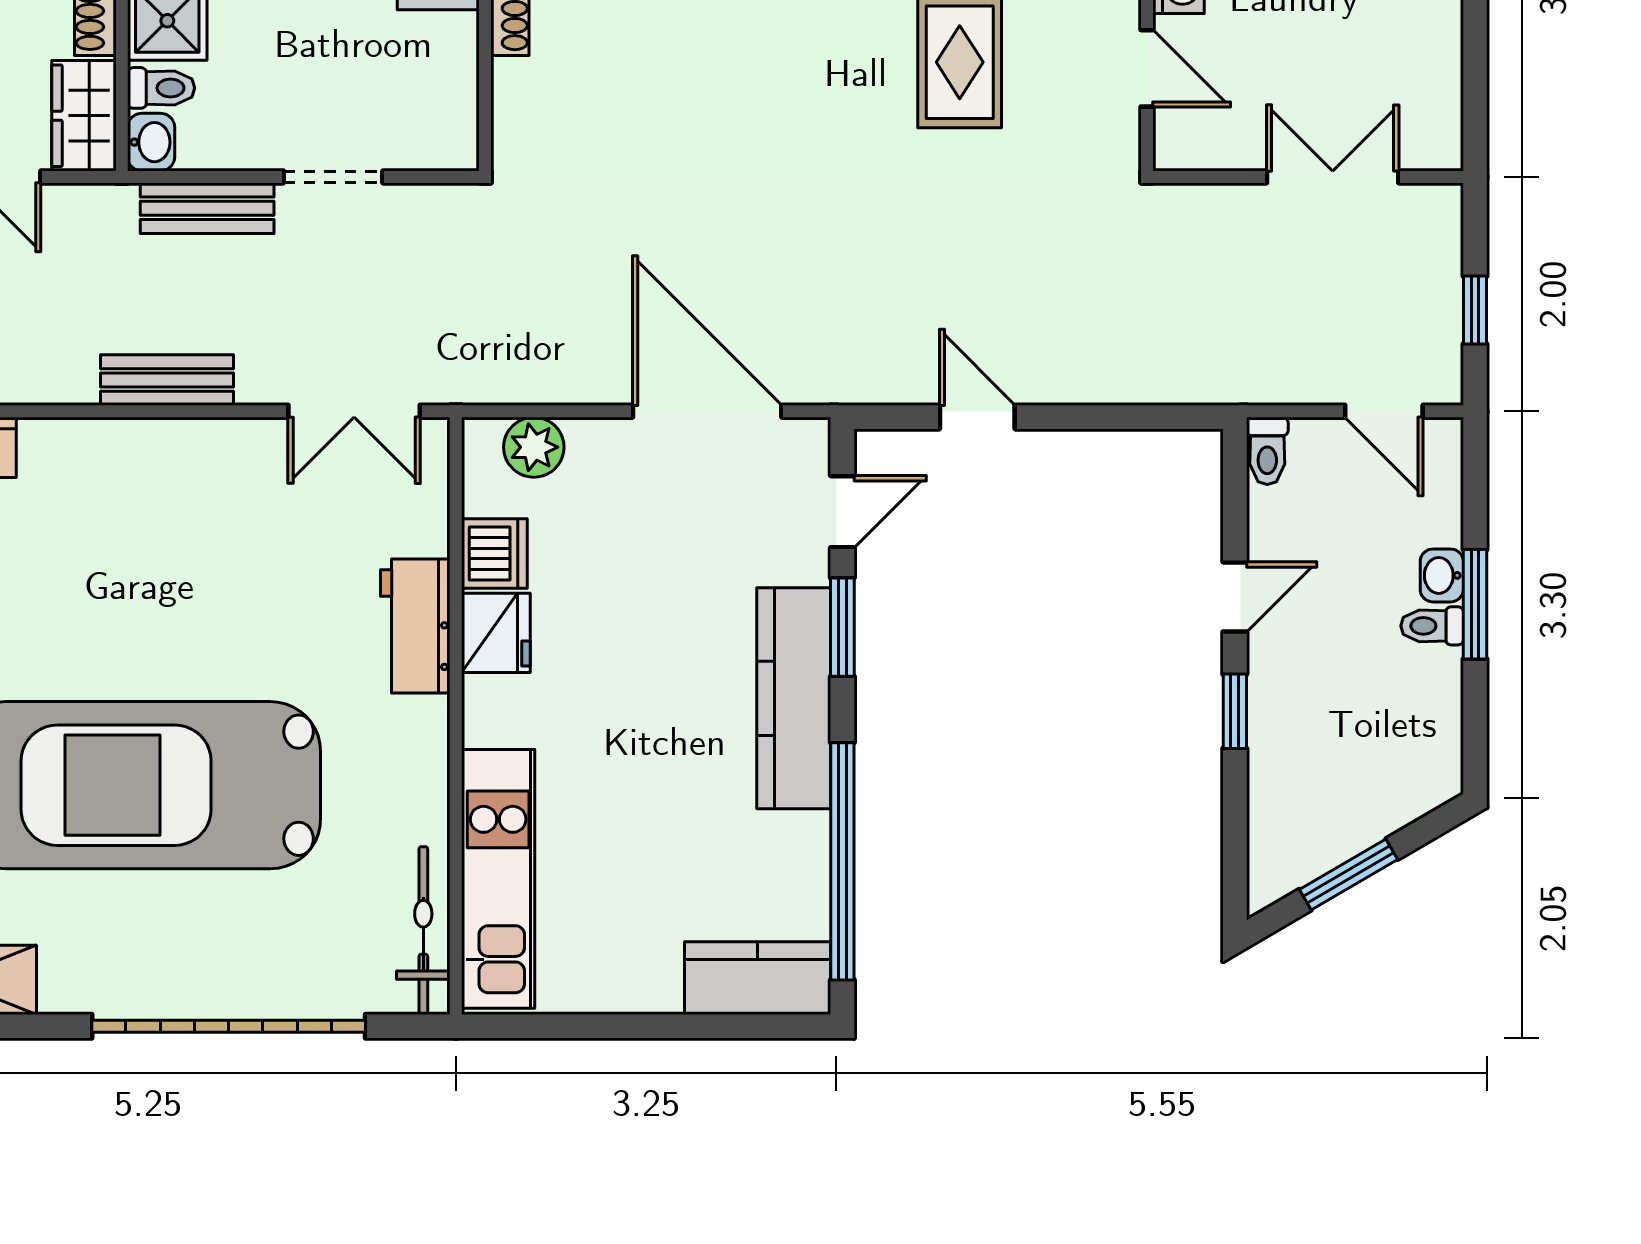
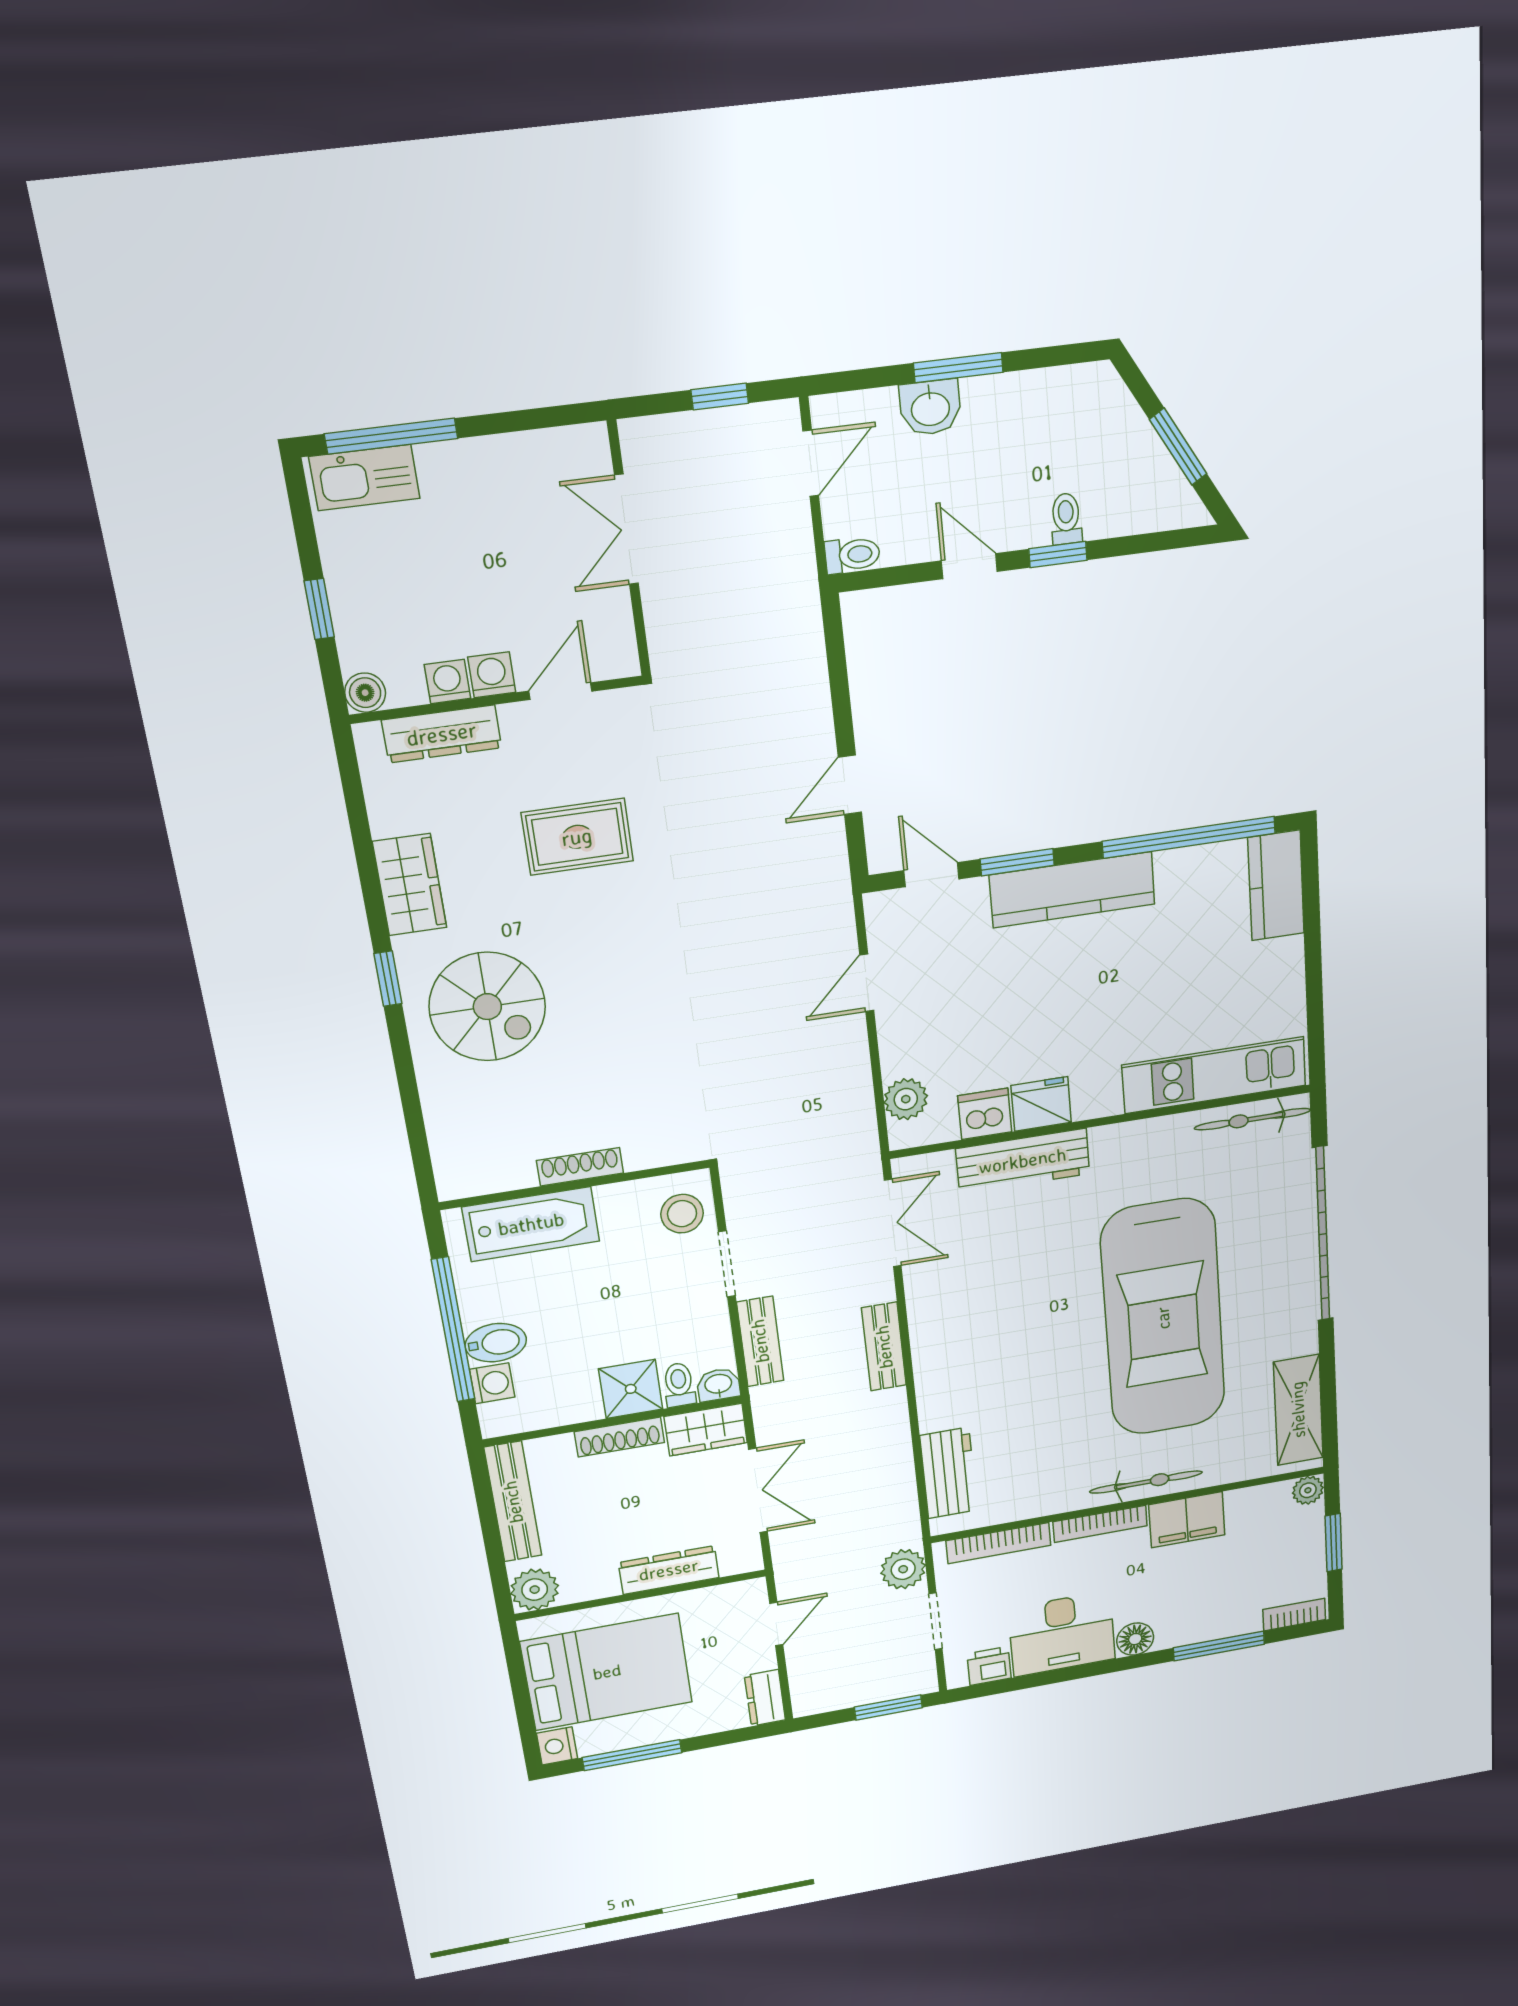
stool: (419, 126) -> (682, 1214), added
door: (707, 411) -> (867, 983), width x0.53
washbasin: (1442, 575) -> (930, 408), width x1.38, depth x1.45
workbench: (415, 626) -> (1023, 1161), width x1.38
toilet: (1432, 626) -> (1066, 519), moved, turned 180

